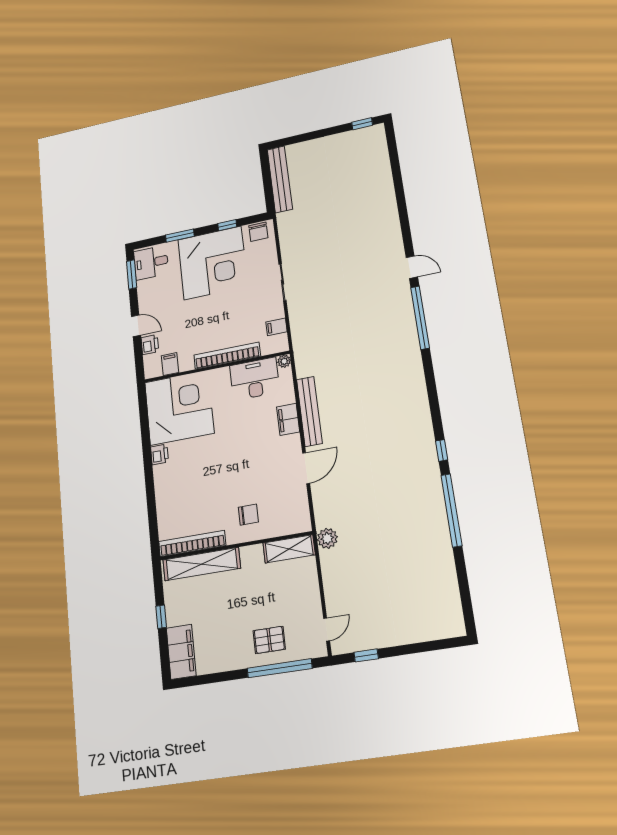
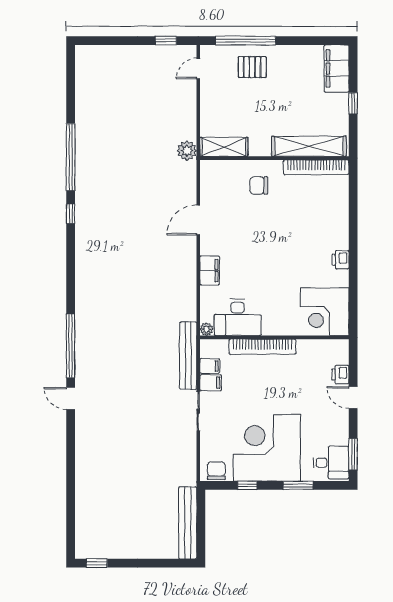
filing cabinet: (170, 364) -> (211, 383), moved, turned -90
corner desk: (179, 408) -> (325, 312), width x0.74, depth x0.74
bench: (309, 411) -> (188, 356), moved

